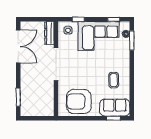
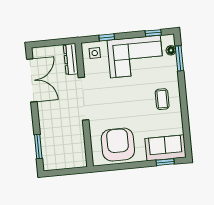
coffee table: (114, 80) -> (162, 99), moved
armchair: (79, 102) -> (118, 145), turned 90

